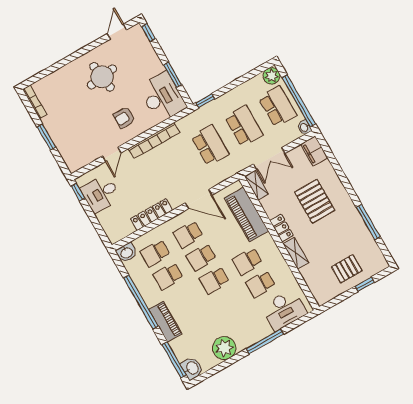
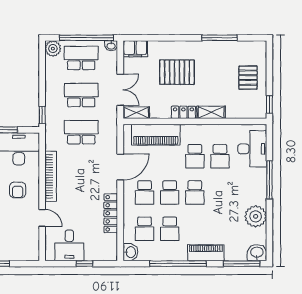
window: (78, 192) -> (84, 264), moved
window: (365, 284) -> (269, 104), moved

